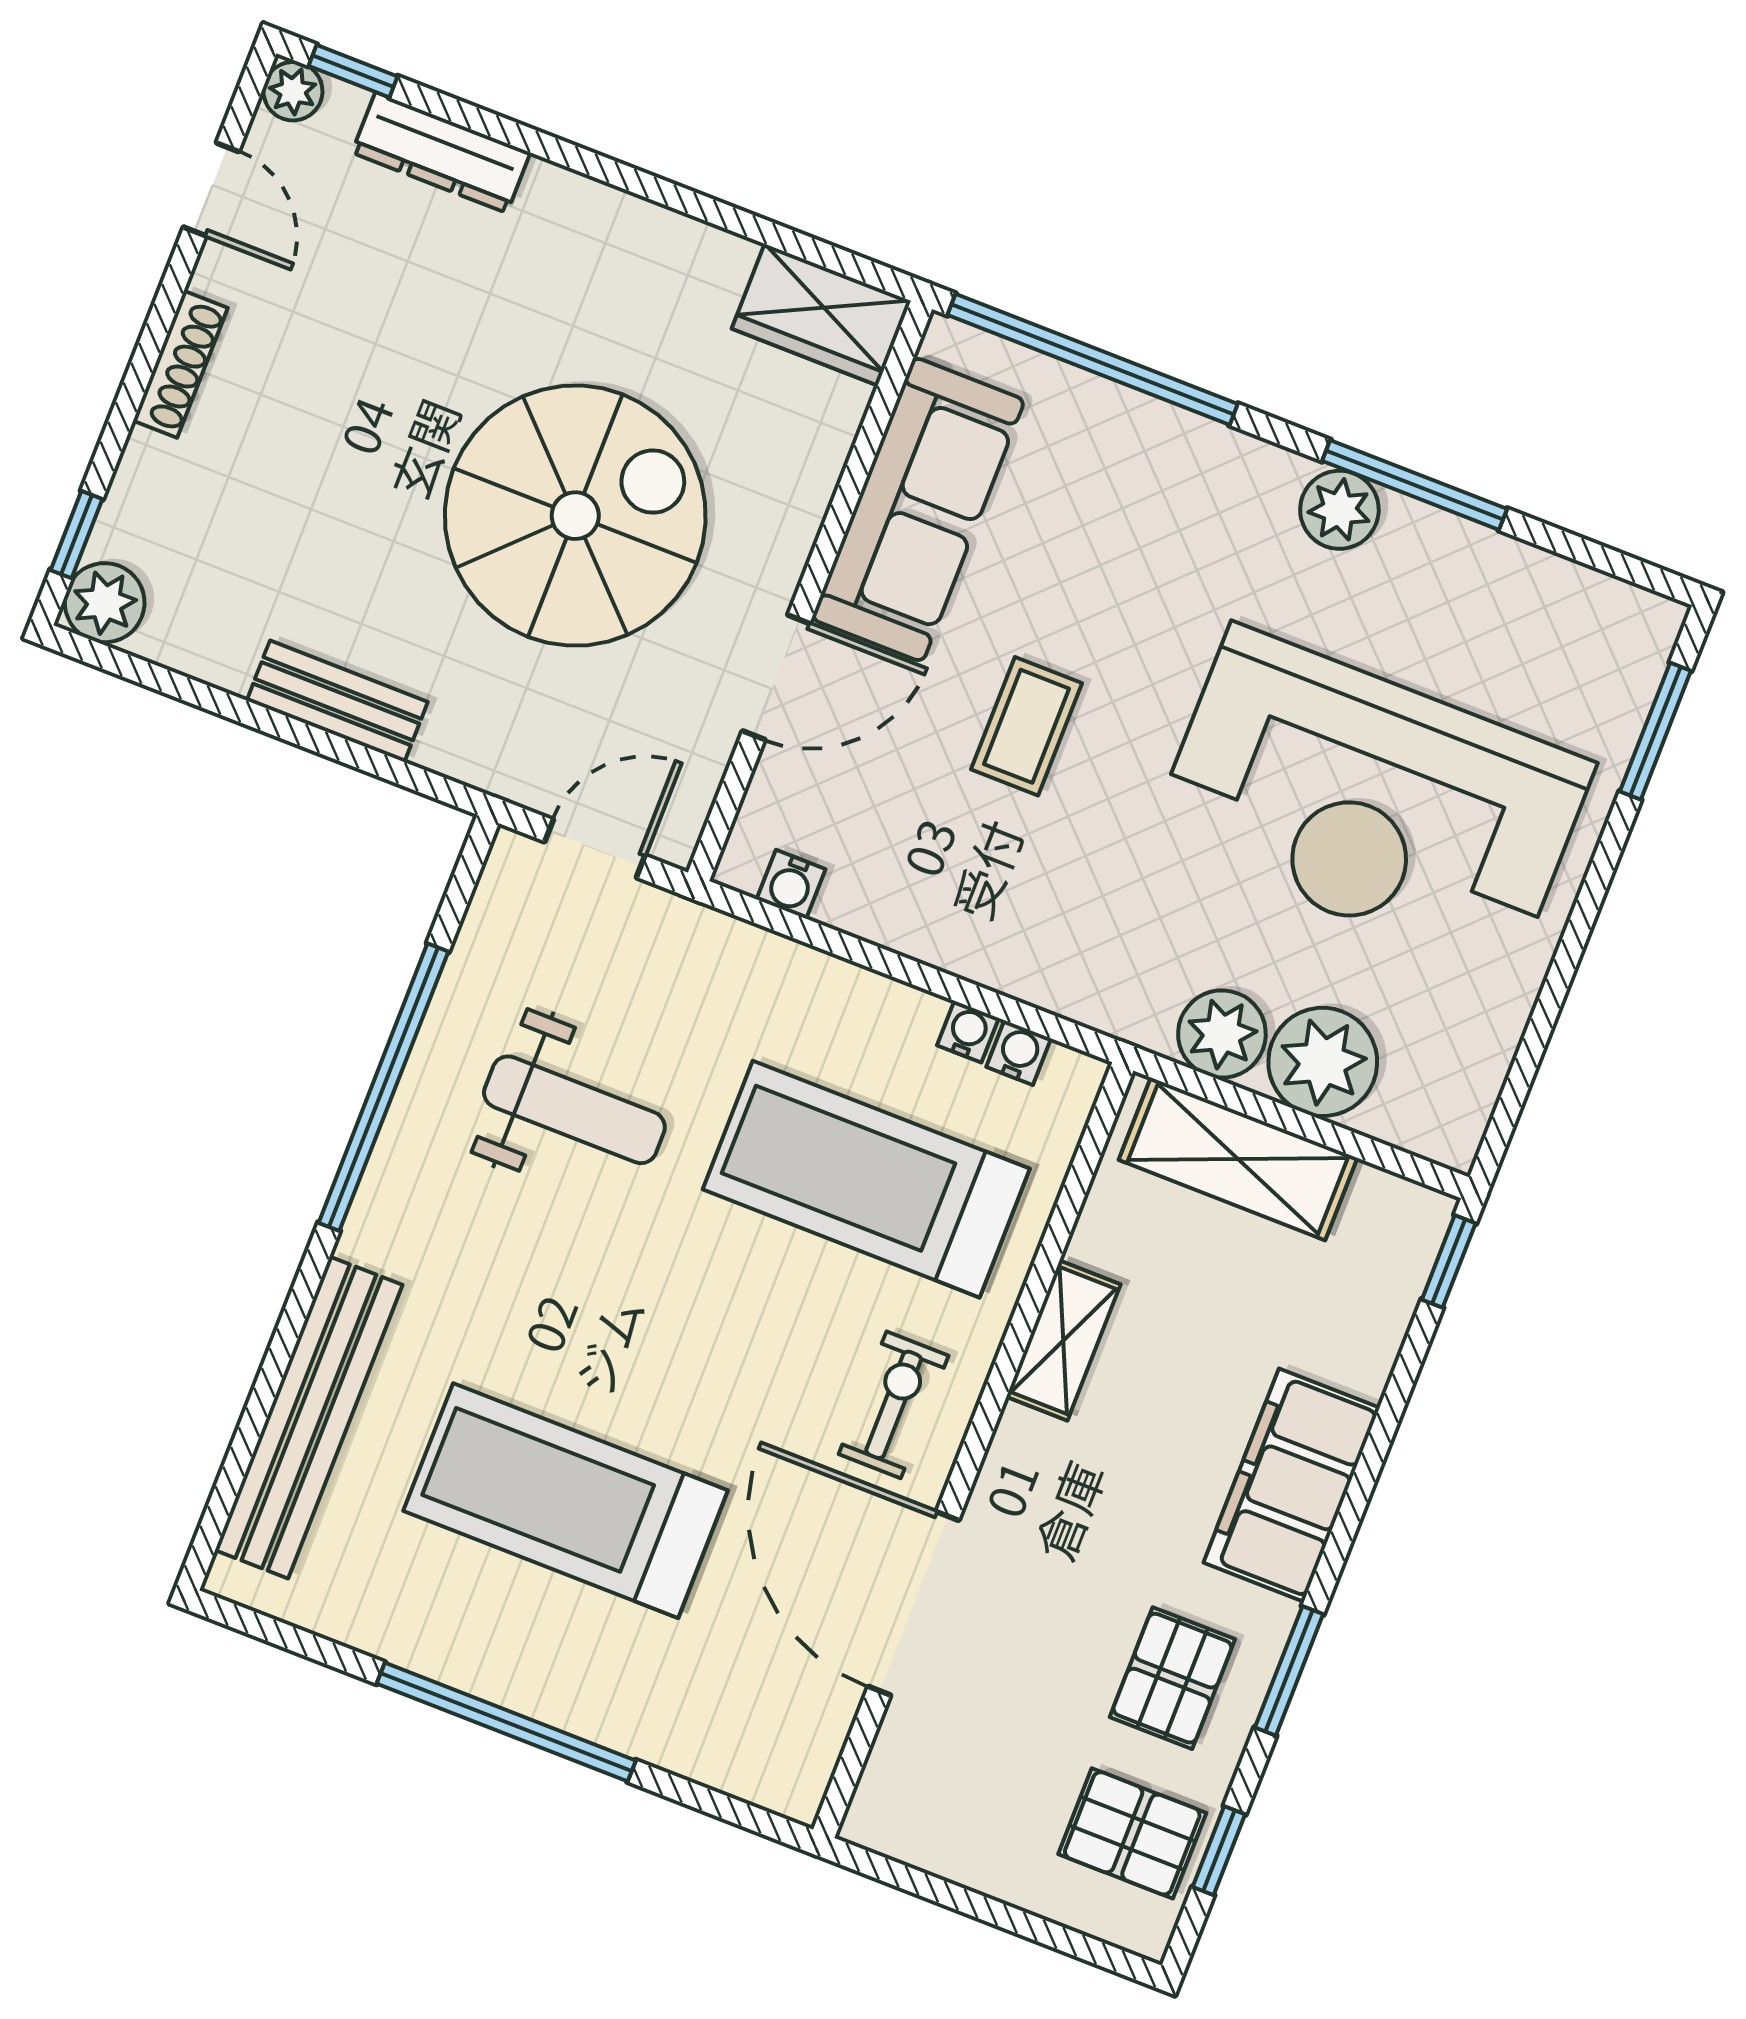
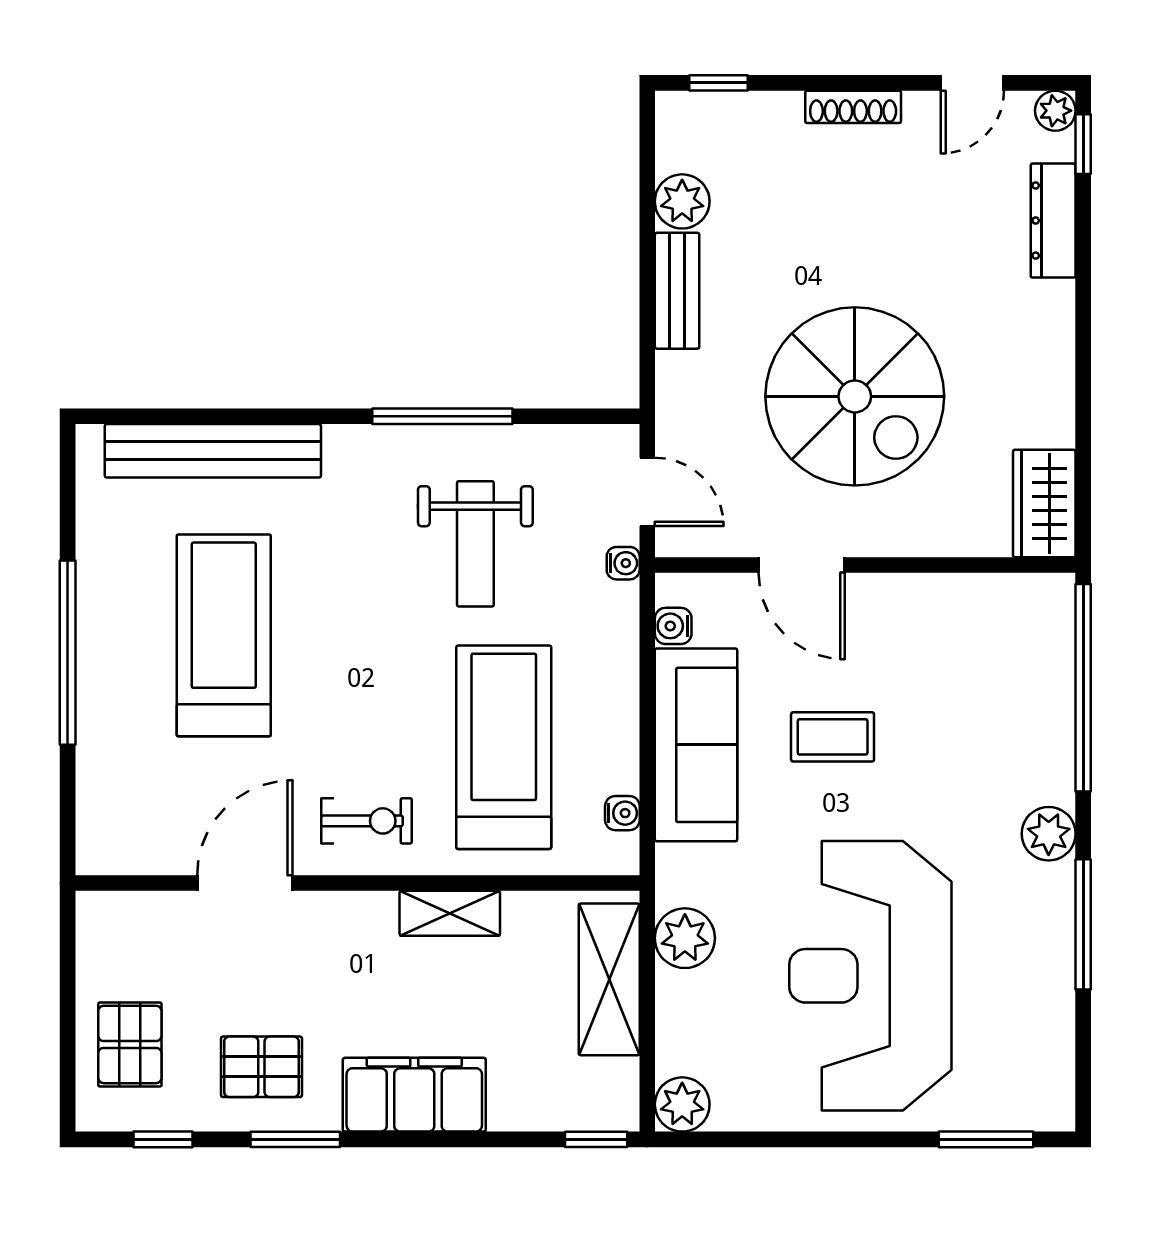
sofa: (918, 510) -> (696, 745), moved, turned -90
plant: (1339, 510) -> (1049, 834), moved
plant: (105, 603) -> (682, 201), moved
water cooler: (968, 1032) -> (623, 563), moved
plant: (1323, 1062) -> (682, 1104), moved, width x0.73, depth x0.73
window: (383, 1087) -> (442, 416), width x0.68
door: (914, 1603) -> (245, 883), width x0.73
pallet: (1132, 1833) -> (130, 1044), moved

